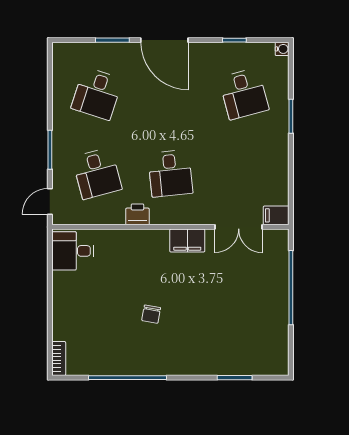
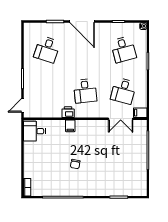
desk: (97, 173) -> (123, 91), moved, turned 30
filing cabinet: (187, 241) -> (70, 126), moved, width x0.50

